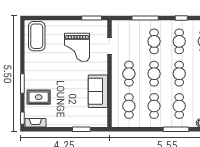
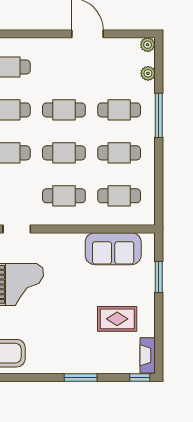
sofa: (98, 91) -> (113, 249), moved
rug: (39, 97) -> (117, 319), moved, turned 90

